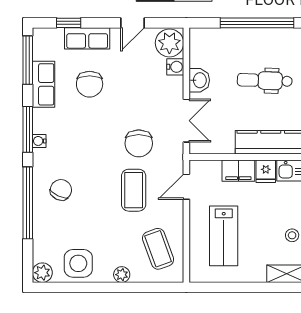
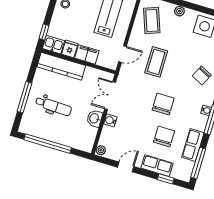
plant: (169, 43) -> (101, 150), width x0.53, depth x0.53
water cooler: (175, 67) -> (110, 120), moved
chair: (139, 143) -> (163, 104), moved

